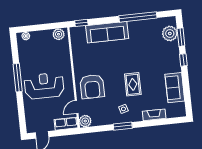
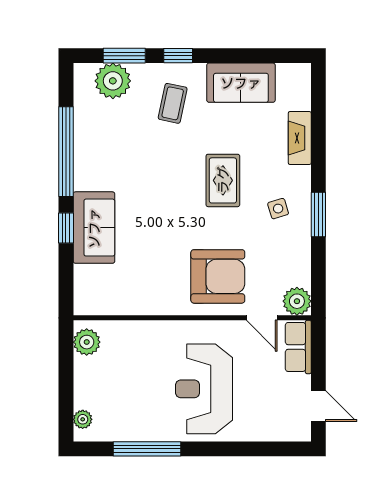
window: (81, 23) -> (66, 228), moved
sofa: (107, 32) -> (94, 228), width x0.73
coffee table: (163, 60) -> (173, 103), added
window: (18, 78) -> (147, 449), moved
rug: (133, 84) -> (223, 180), turned 90

